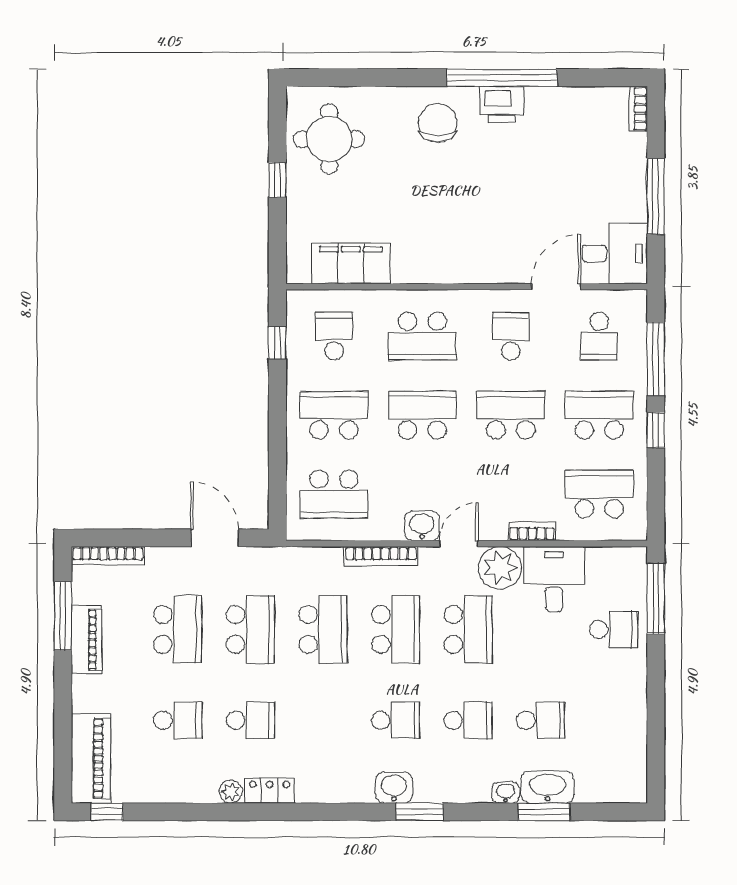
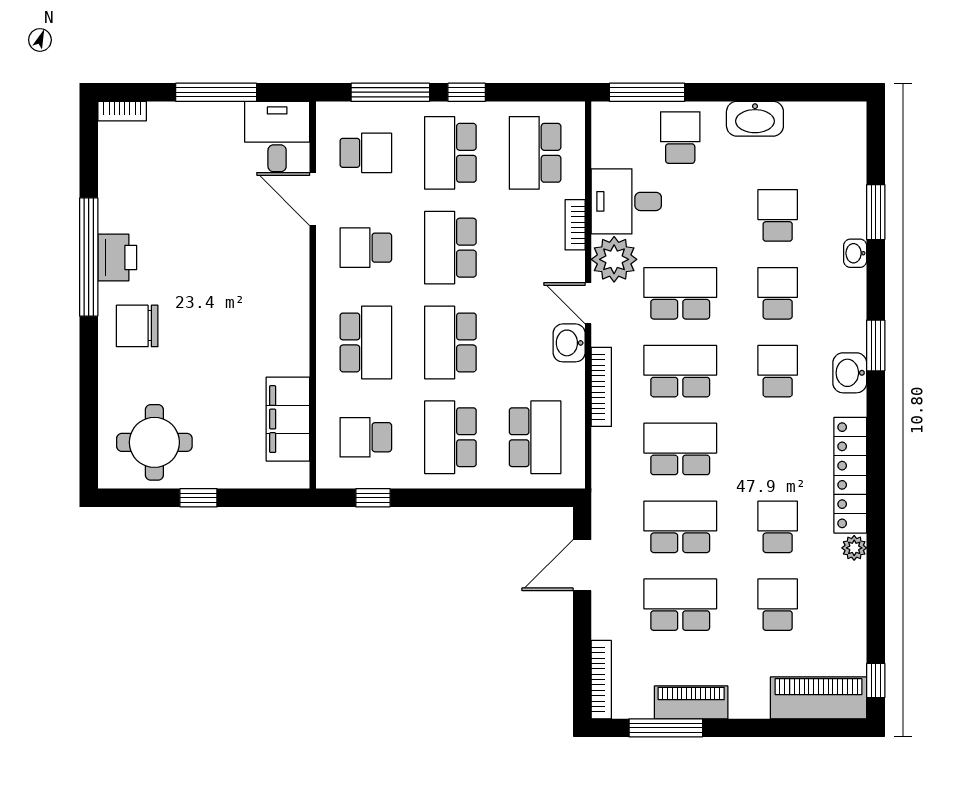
washbasin: (548, 787) -> (755, 119), moved, turned -90
locker: (270, 791) -> (850, 475), width x2.16, depth x1.21

